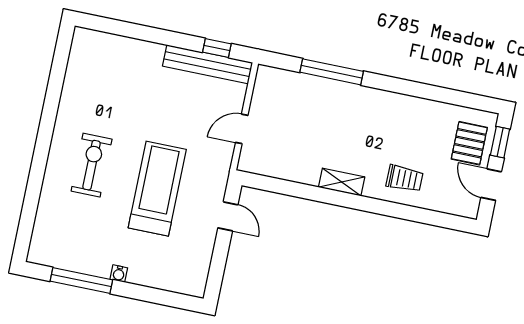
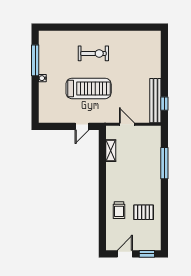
pallet: (469, 143) -> (144, 212), moved
shelving: (342, 182) -> (111, 151), moved

